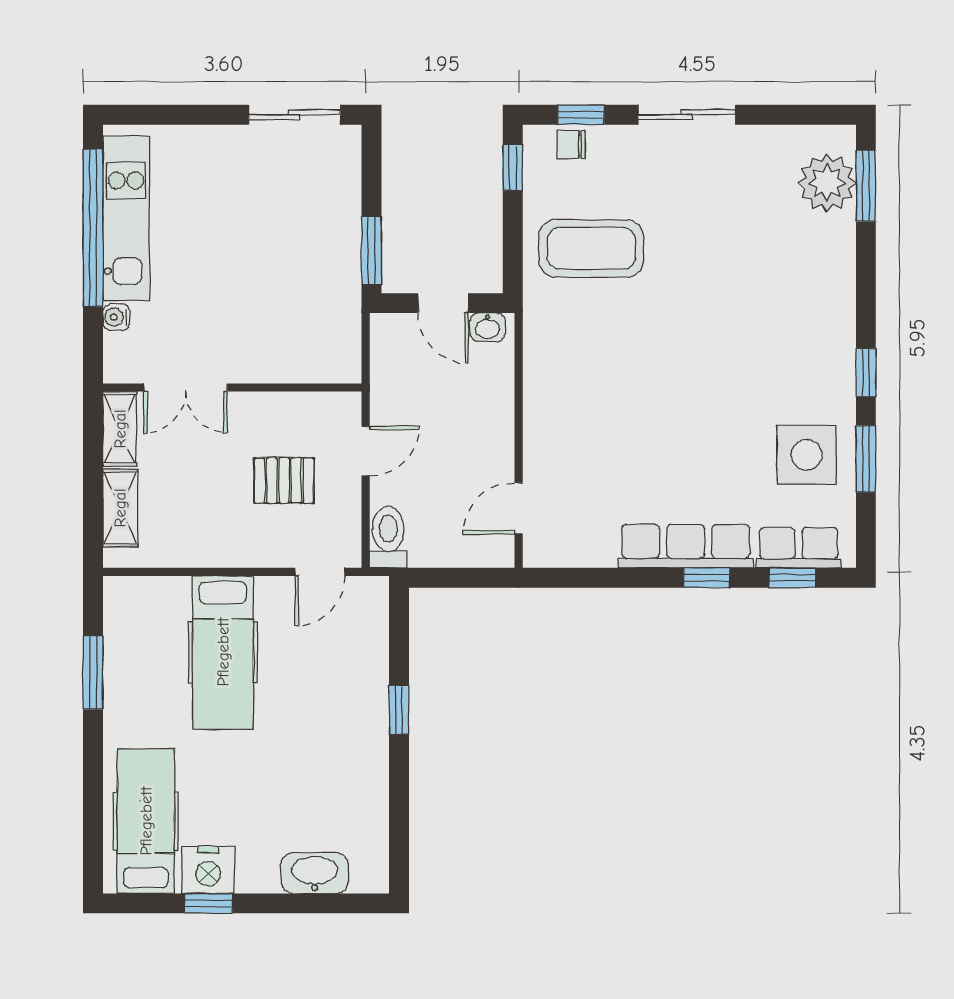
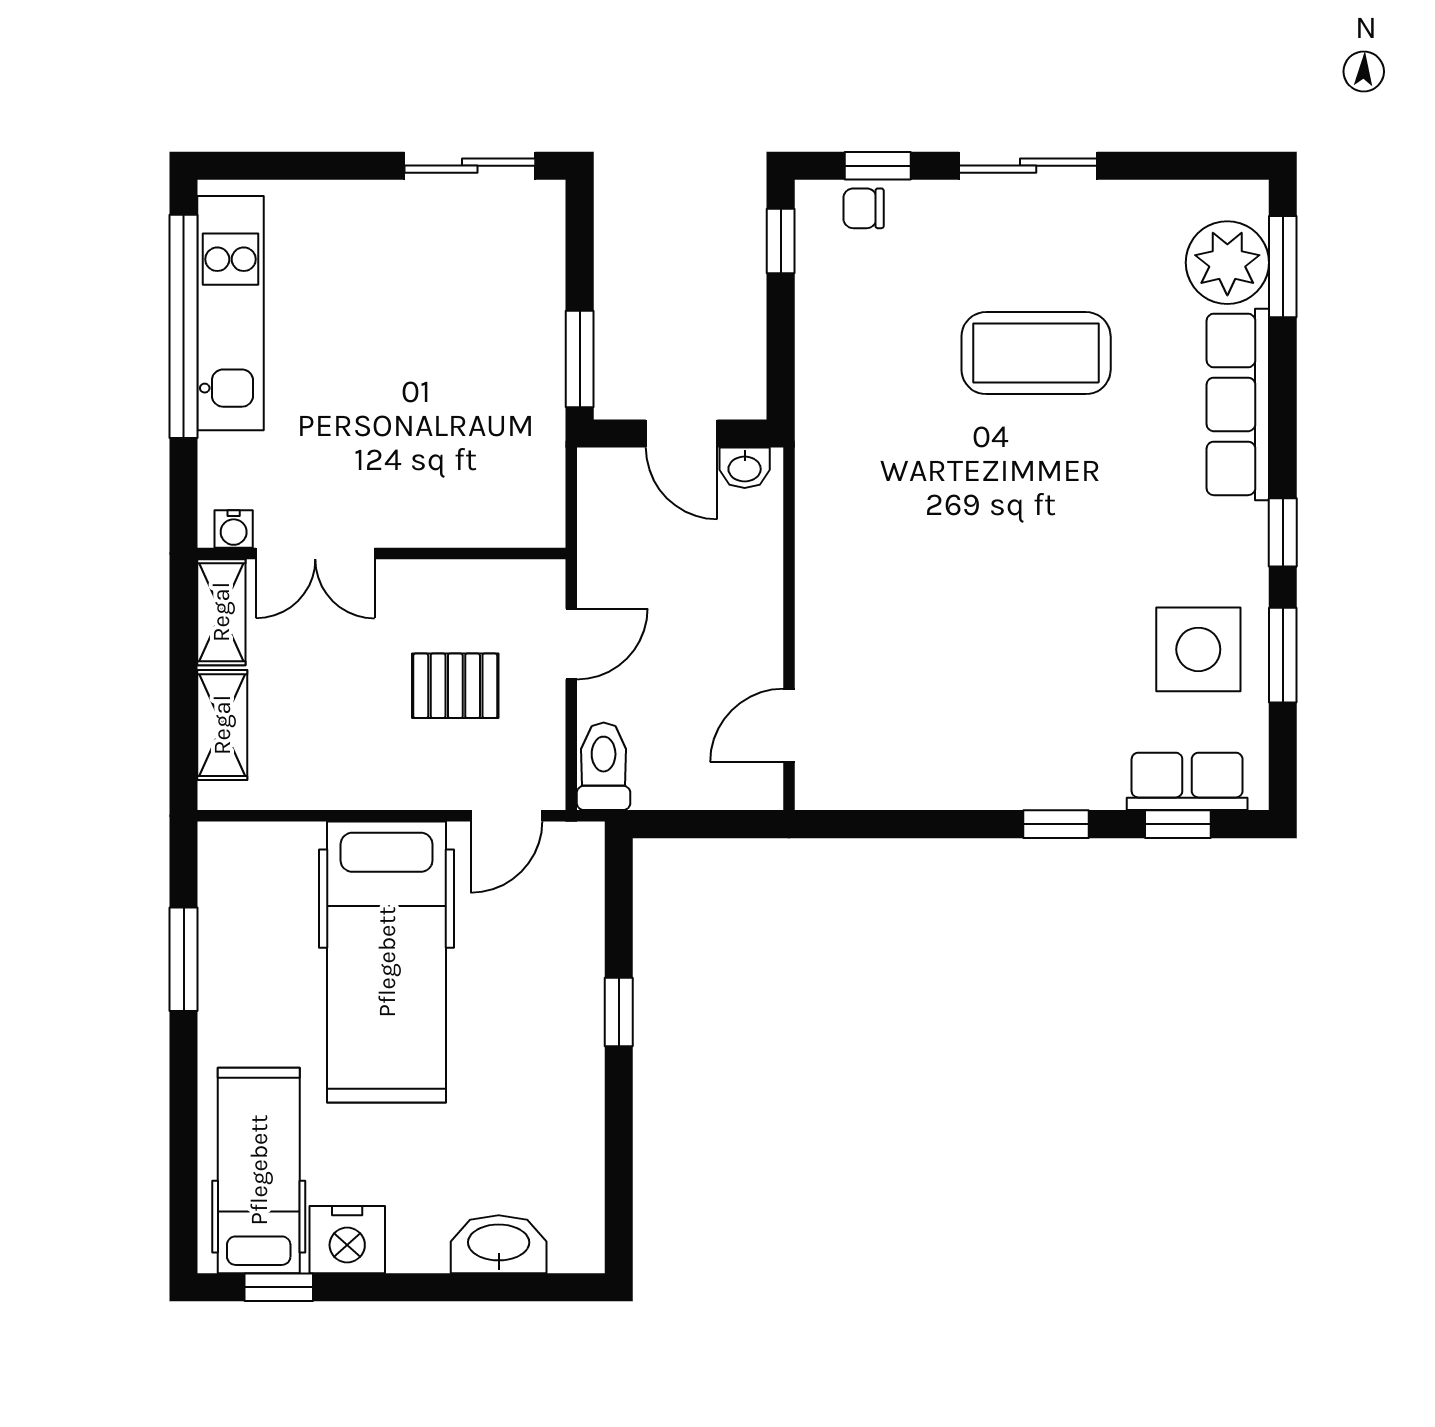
coffee table: (591, 248) -> (1036, 353), moved
water cooler: (116, 317) -> (234, 529), moved, turned -90
row of seats: (686, 546) -> (1238, 404), moved, turned -90
hospital bed: (223, 652) -> (387, 962), width x1.37, depth x1.29
window: (208, 903) -> (279, 1287), moved

